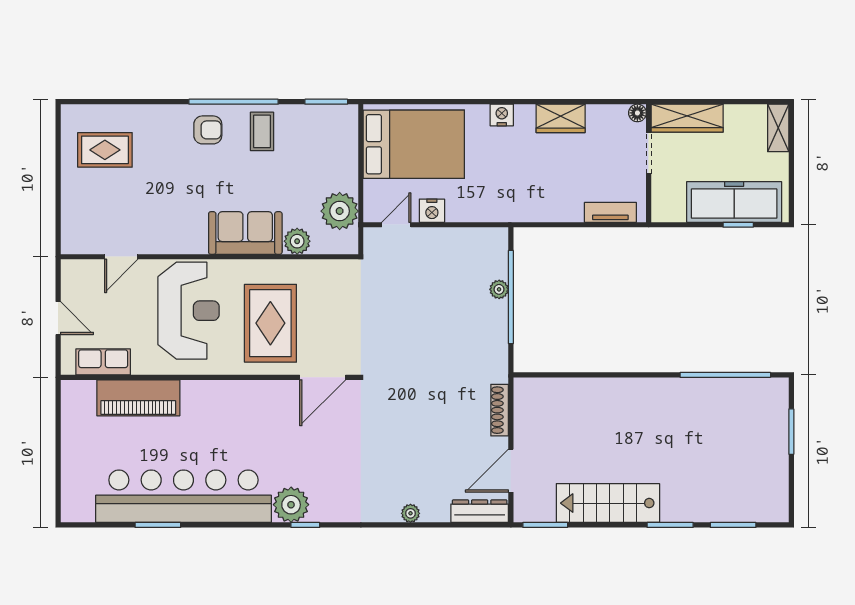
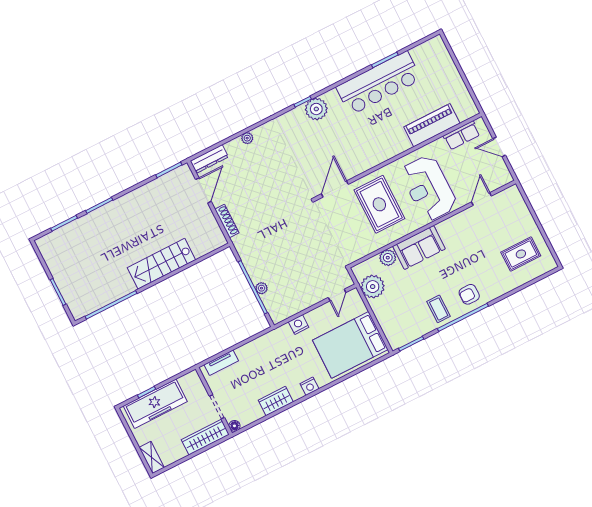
nightstand: (432, 211) -> (299, 325), moved
bar counter: (183, 496) -> (379, 83), width x0.73
stairs: (608, 503) -> (161, 264), moved, turned 180

